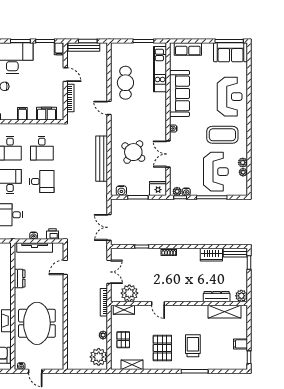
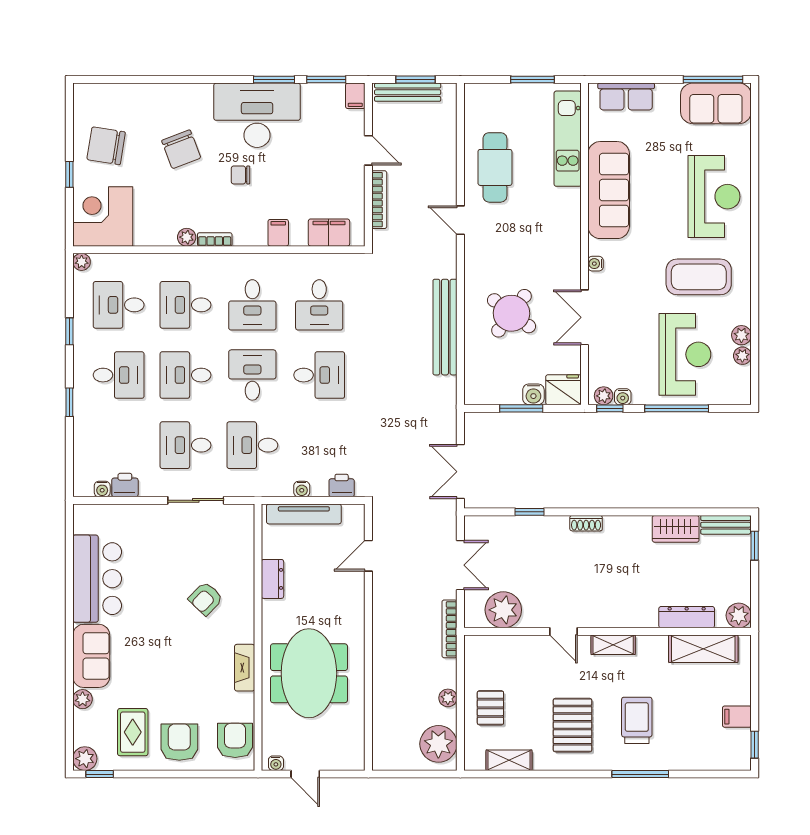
water cooler: (121, 191) -> (533, 394), moved
shelving: (124, 310) -> (613, 645), moved

